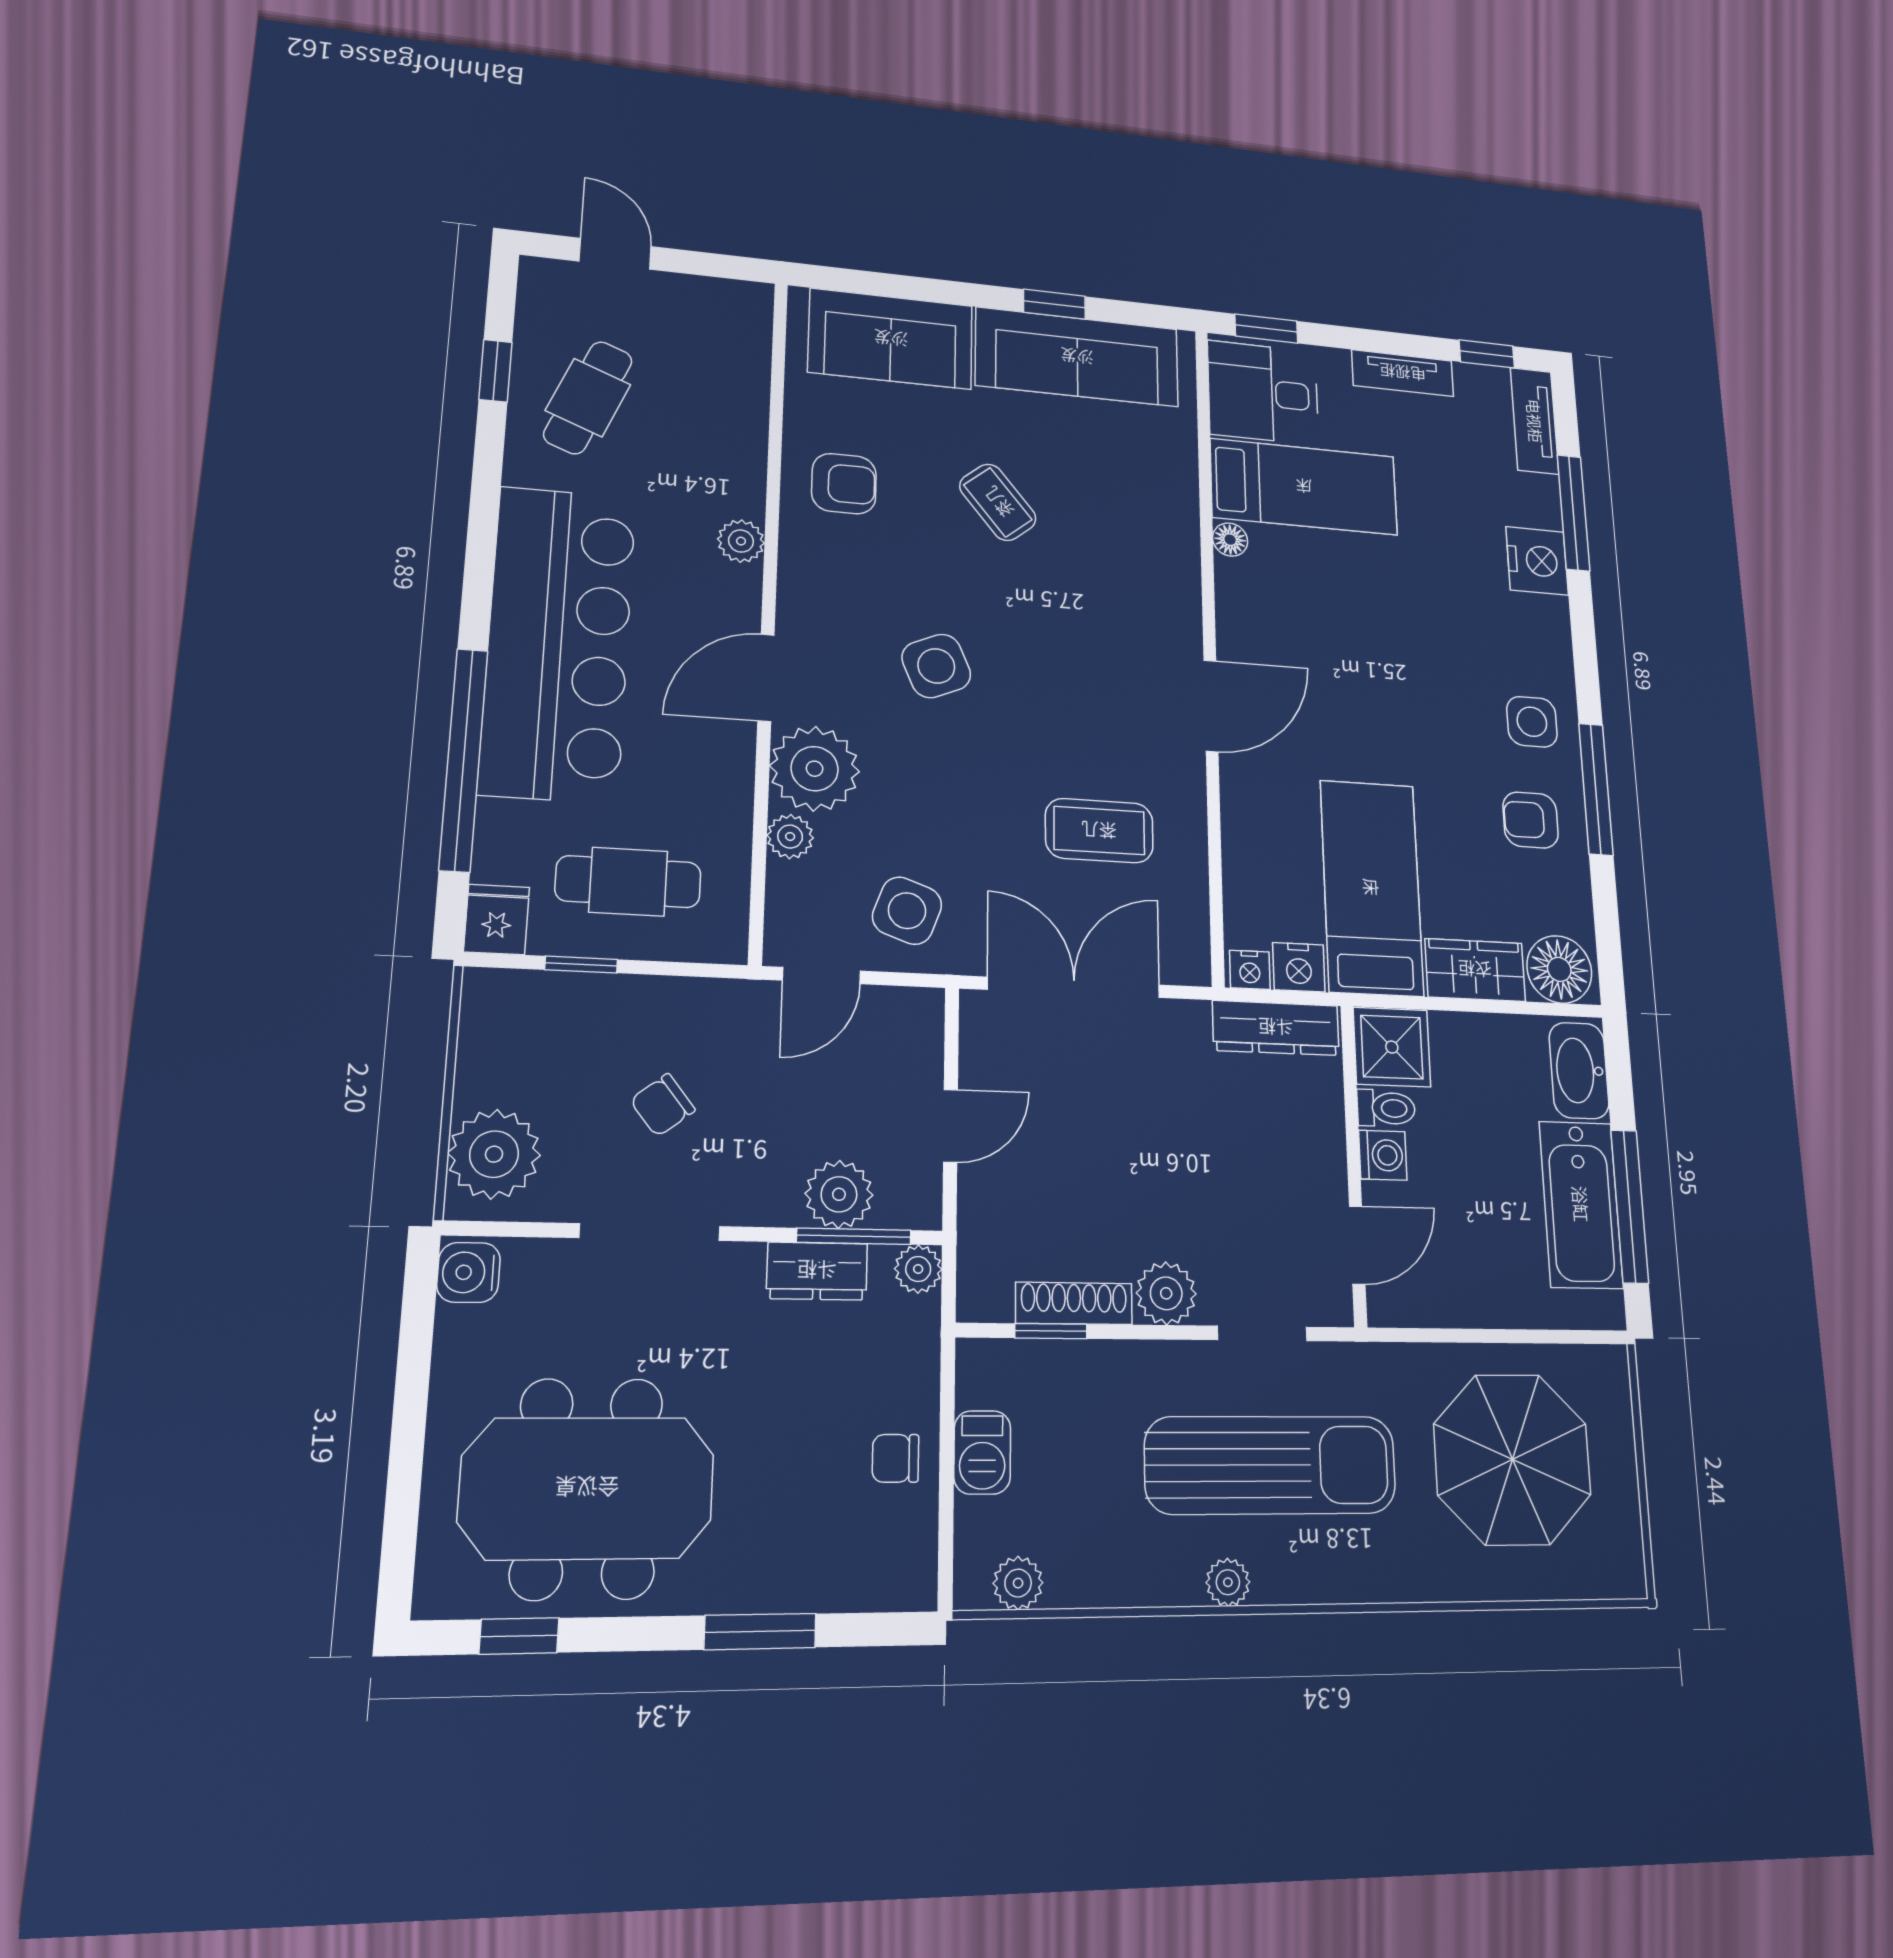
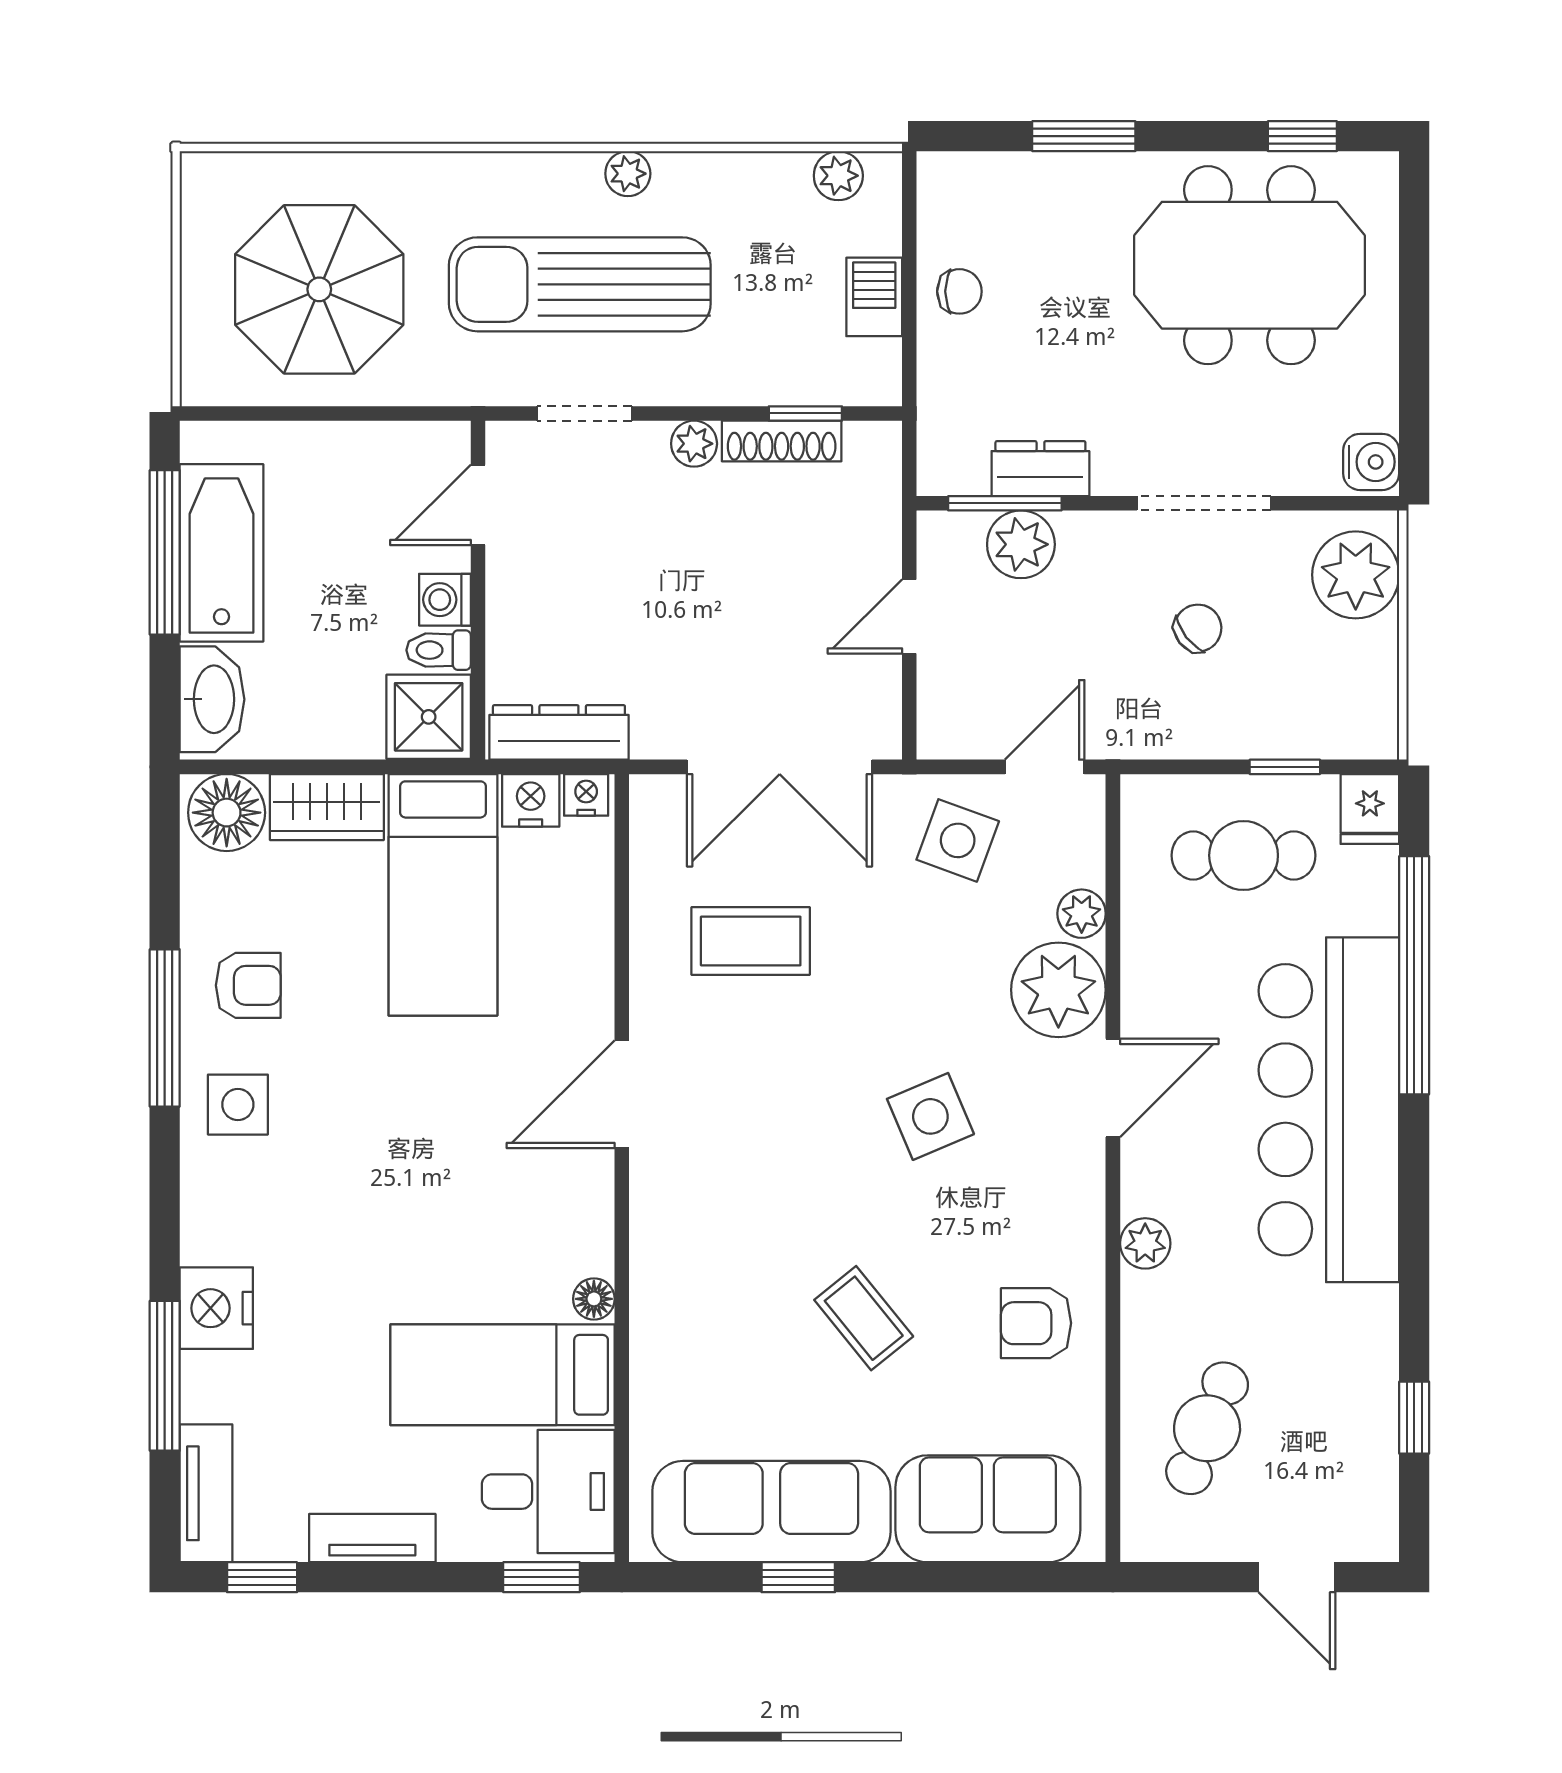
cafe table: (588, 398) -> (1207, 1428), moved
plant: (918, 1269) -> (940, 472), removed
plant: (1166, 1293) -> (694, 444), width x0.73, depth x0.73

